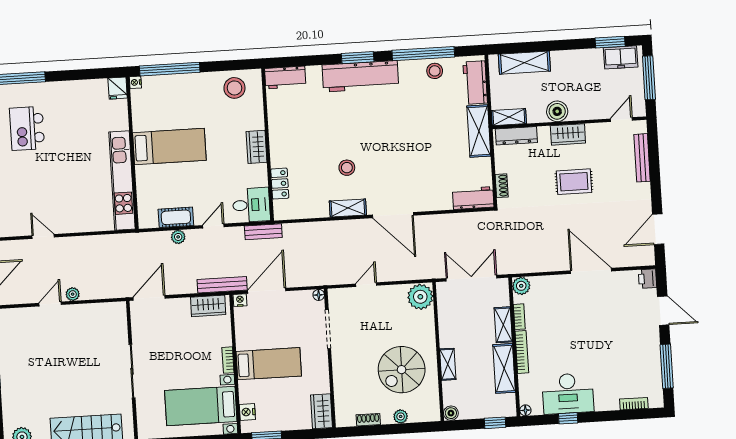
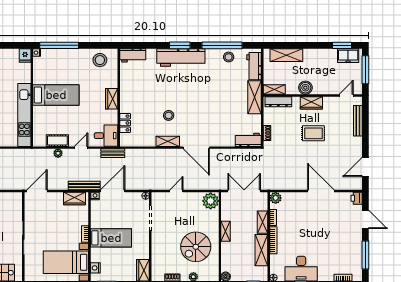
shelving: (448, 364) -> (225, 231), moved

